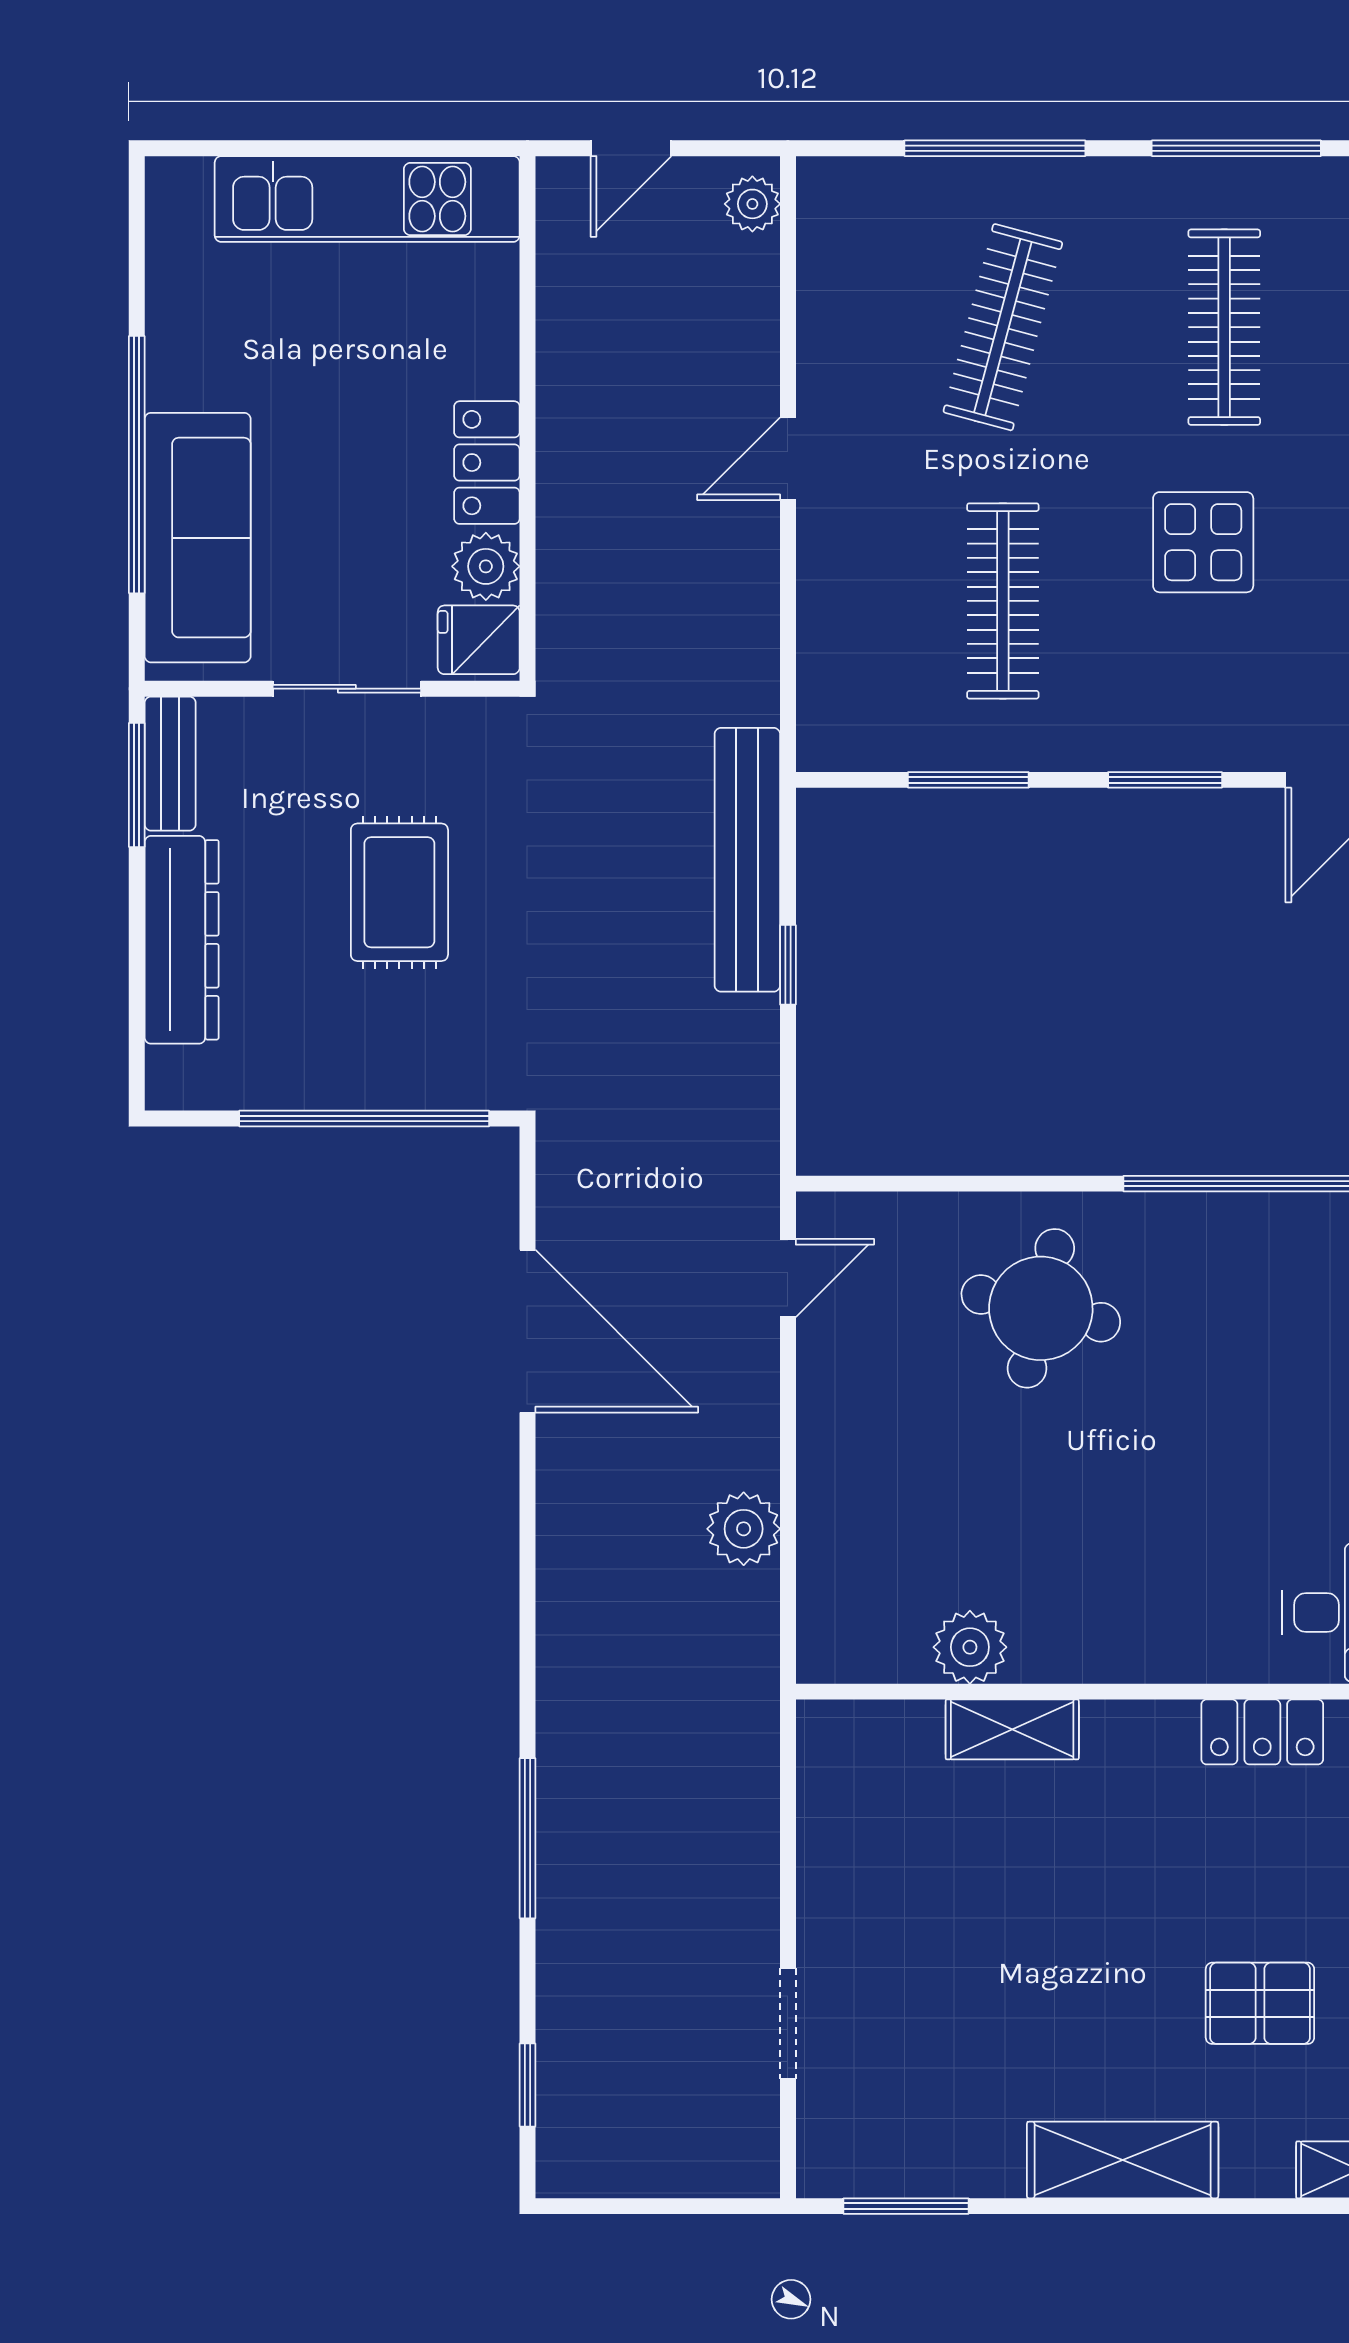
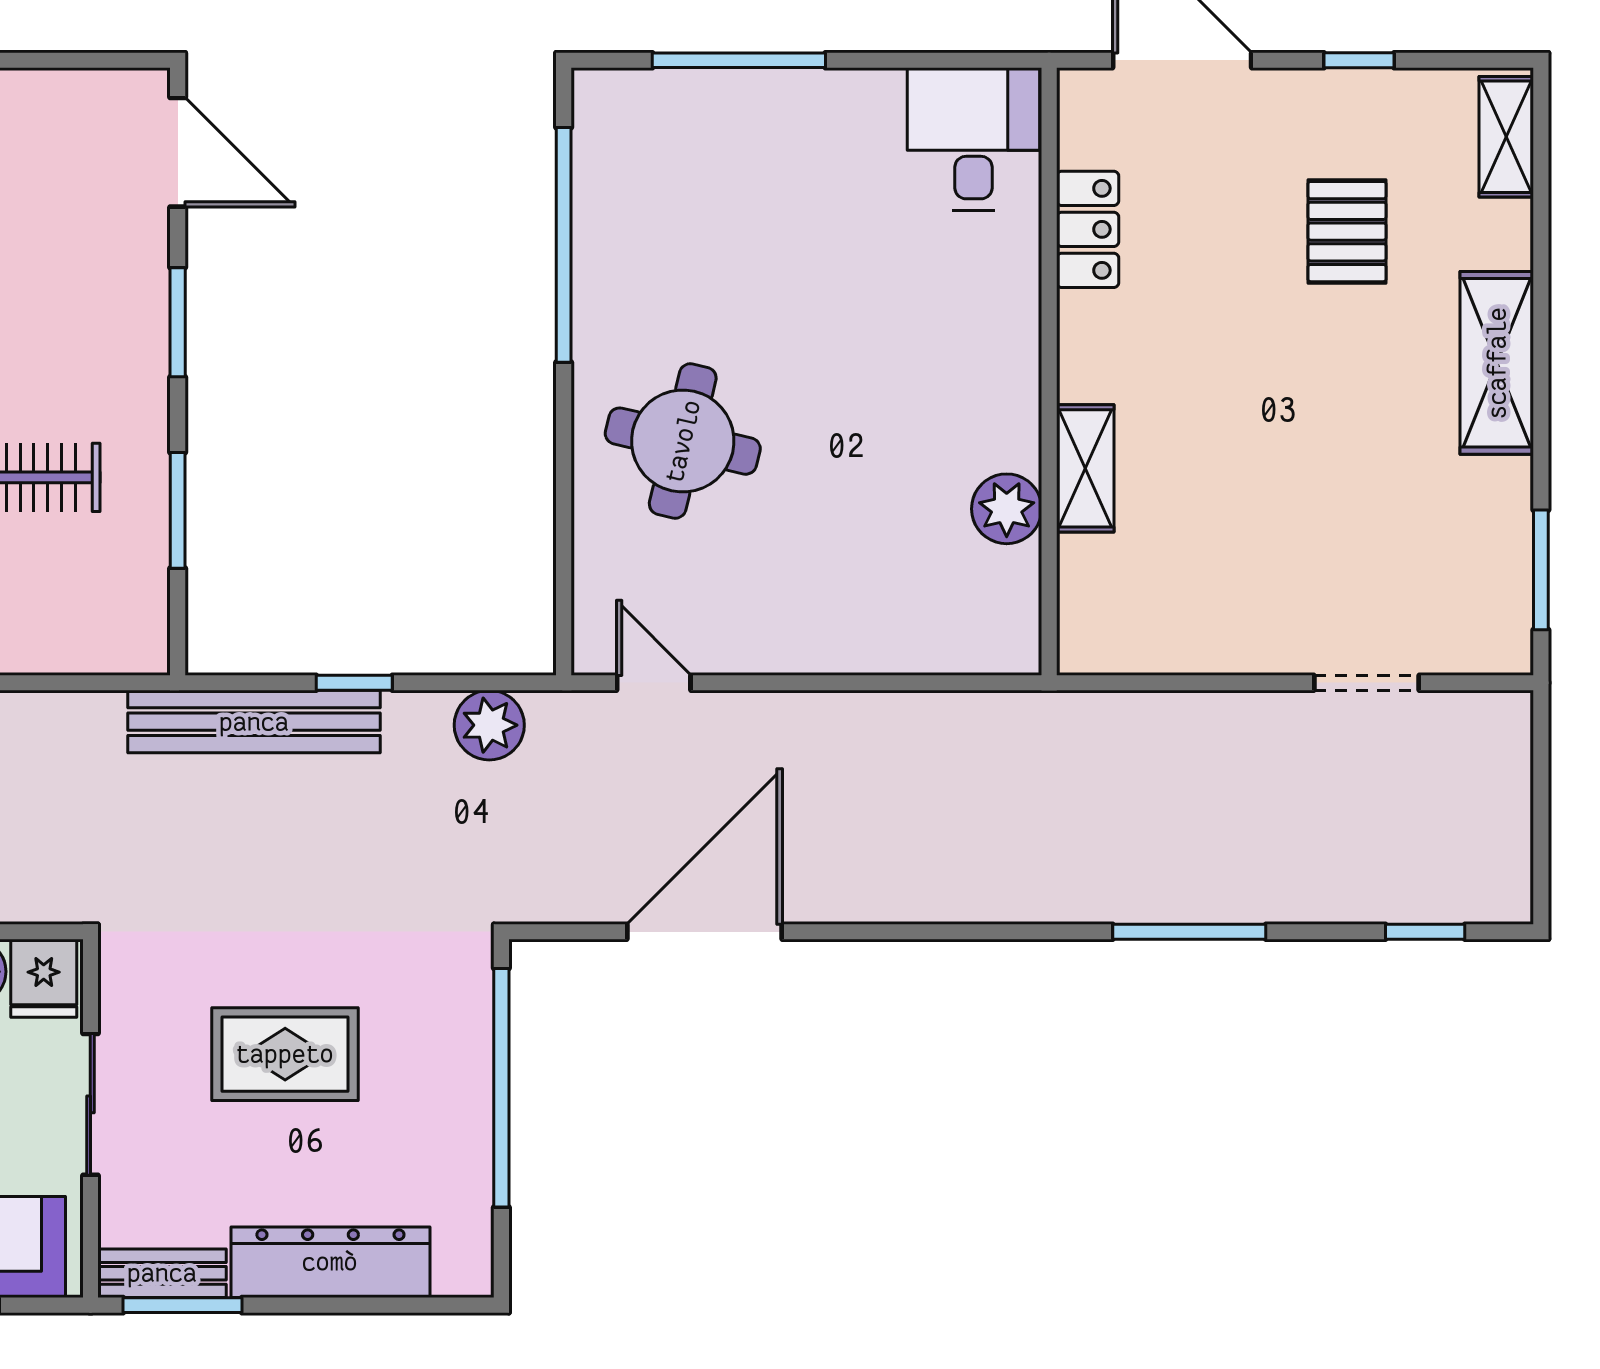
plant: (744, 1529) -> (489, 725), moved

